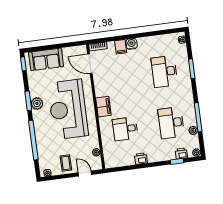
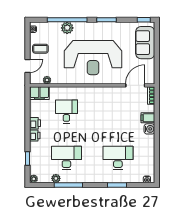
plant: (37, 103) -> (67, 28), moved
filing cabinet: (103, 107) -> (39, 93), moved
reception desk: (68, 109) -> (93, 58), turned 180
printer: (181, 154) -> (35, 135), moved

